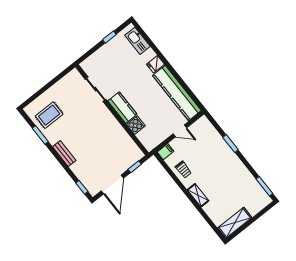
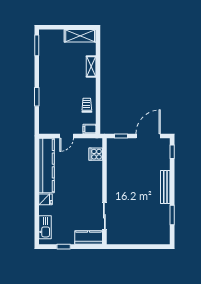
kitchen counter: (122, 108) -> (89, 238), moved, turned 90
rug: (49, 115) -> (154, 224), removed
cooker: (136, 125) -> (96, 154), moved
door: (180, 131) -> (67, 136), swing flipped
bench: (64, 154) -> (165, 187), width x1.36
shelving: (198, 195) -> (91, 66), moved

